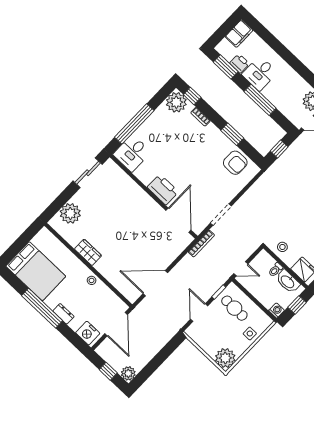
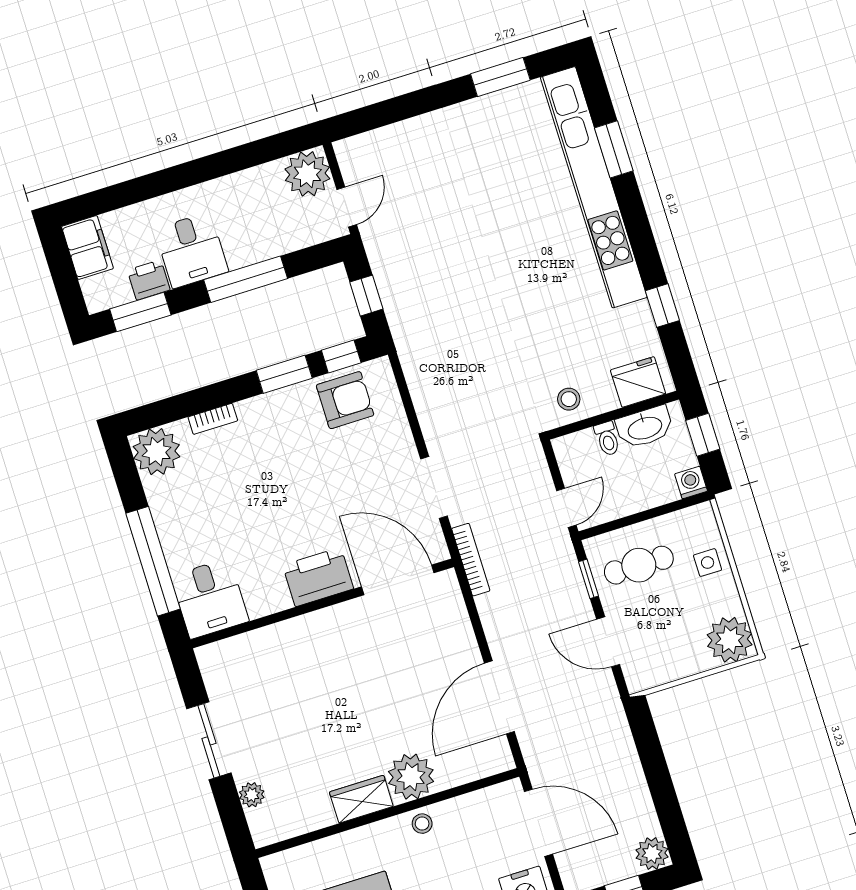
window: (192, 96) -> (341, 357), moved
sliding door: (88, 173) -> (209, 741), moved
plant: (70, 213) -> (252, 795), width x0.53, depth x0.53
plant: (107, 266) -> (411, 777), added

